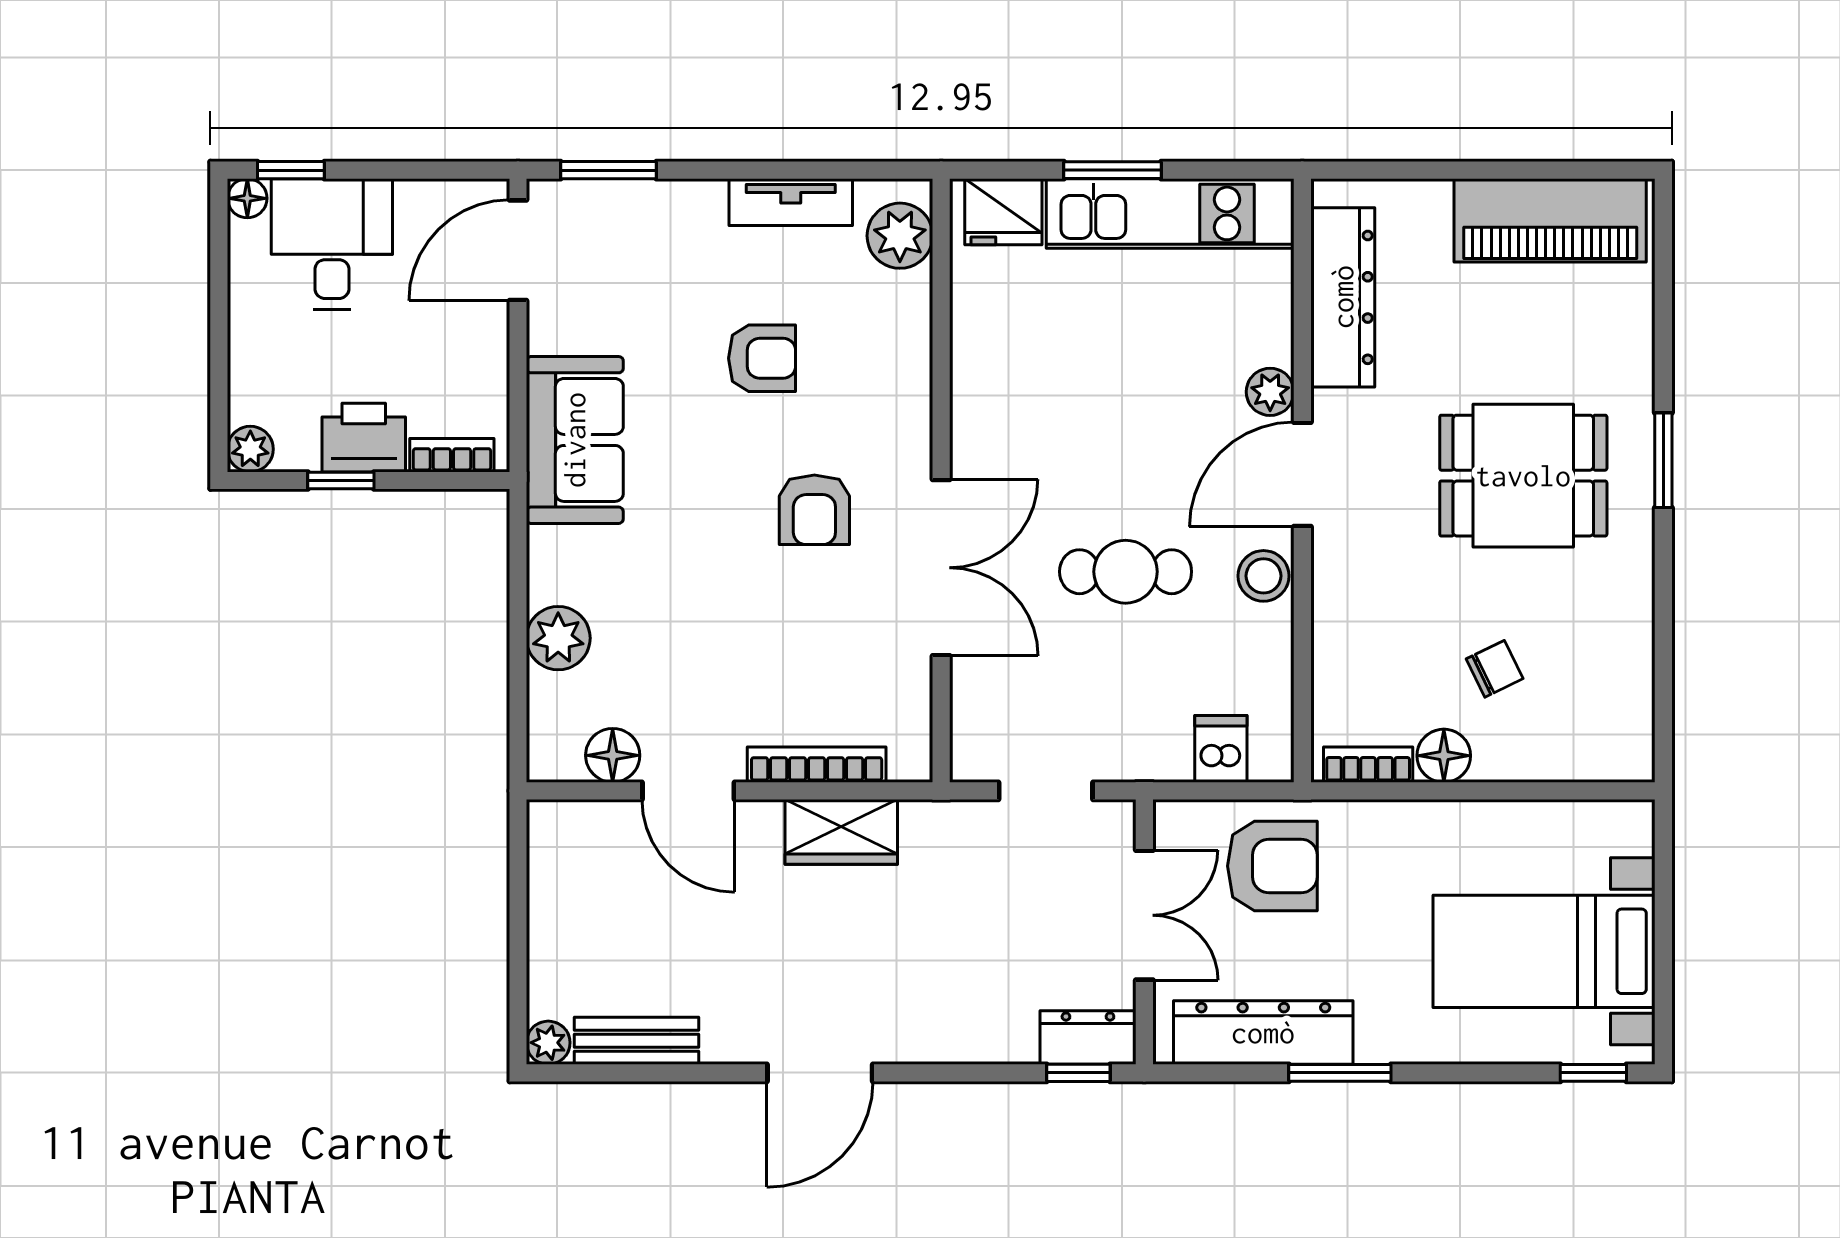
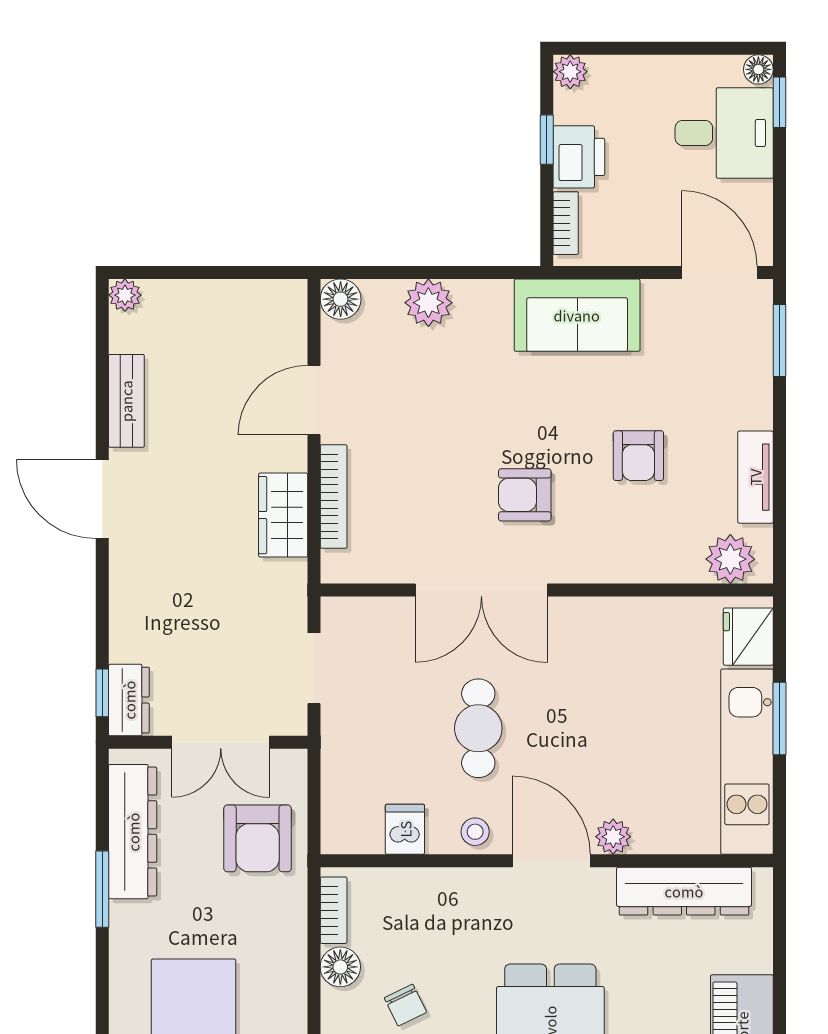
stool: (1263, 576) -> (475, 832), width x0.73, depth x0.73
dishwasher: (1221, 749) -> (405, 829), moved, turned -90
floor lamp: (613, 755) -> (341, 299), moved
bench: (637, 1041) -> (126, 401), moved

